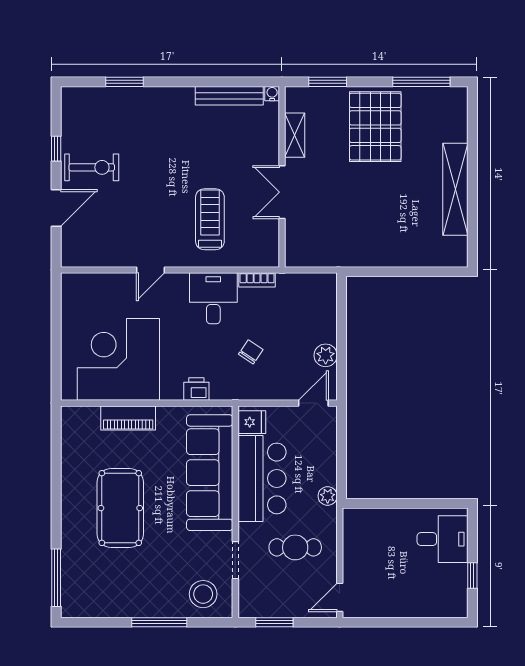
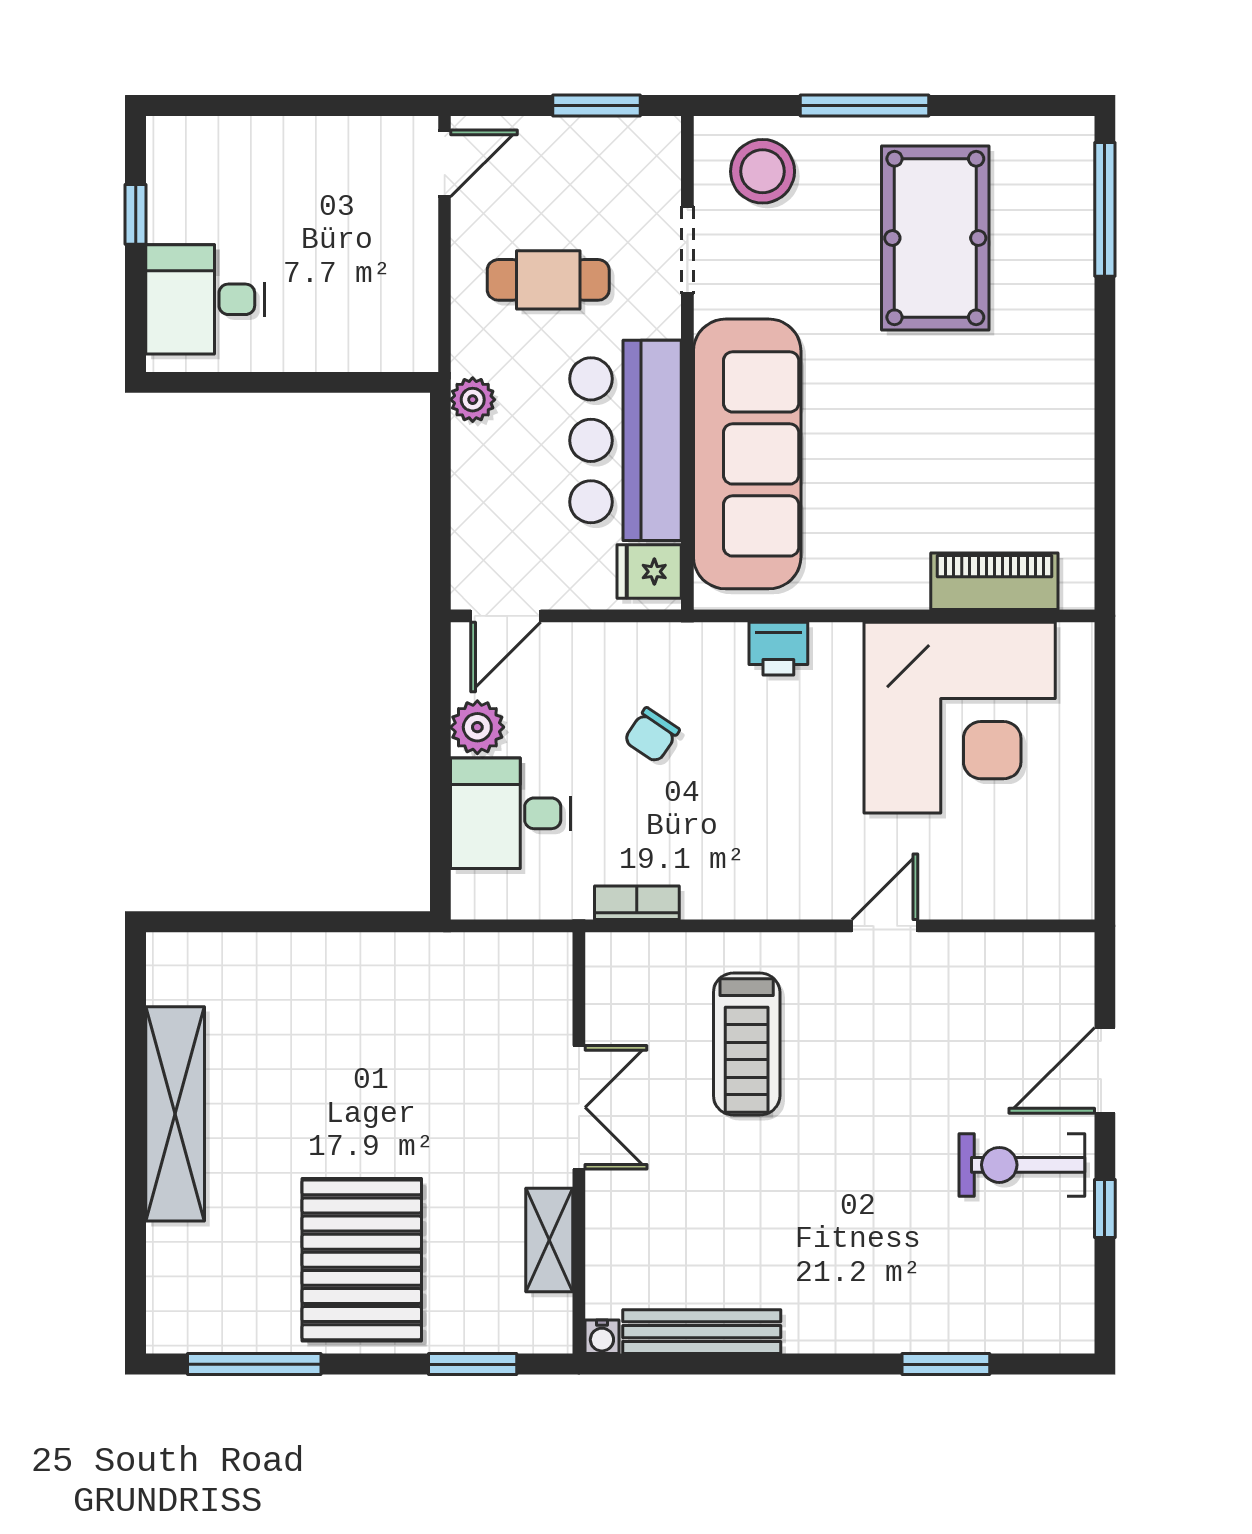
desk: (213, 298) -> (510, 813), moved, turned 90
piano: (128, 418) -> (994, 581), moved
pool table: (120, 508) -> (935, 238), moved

